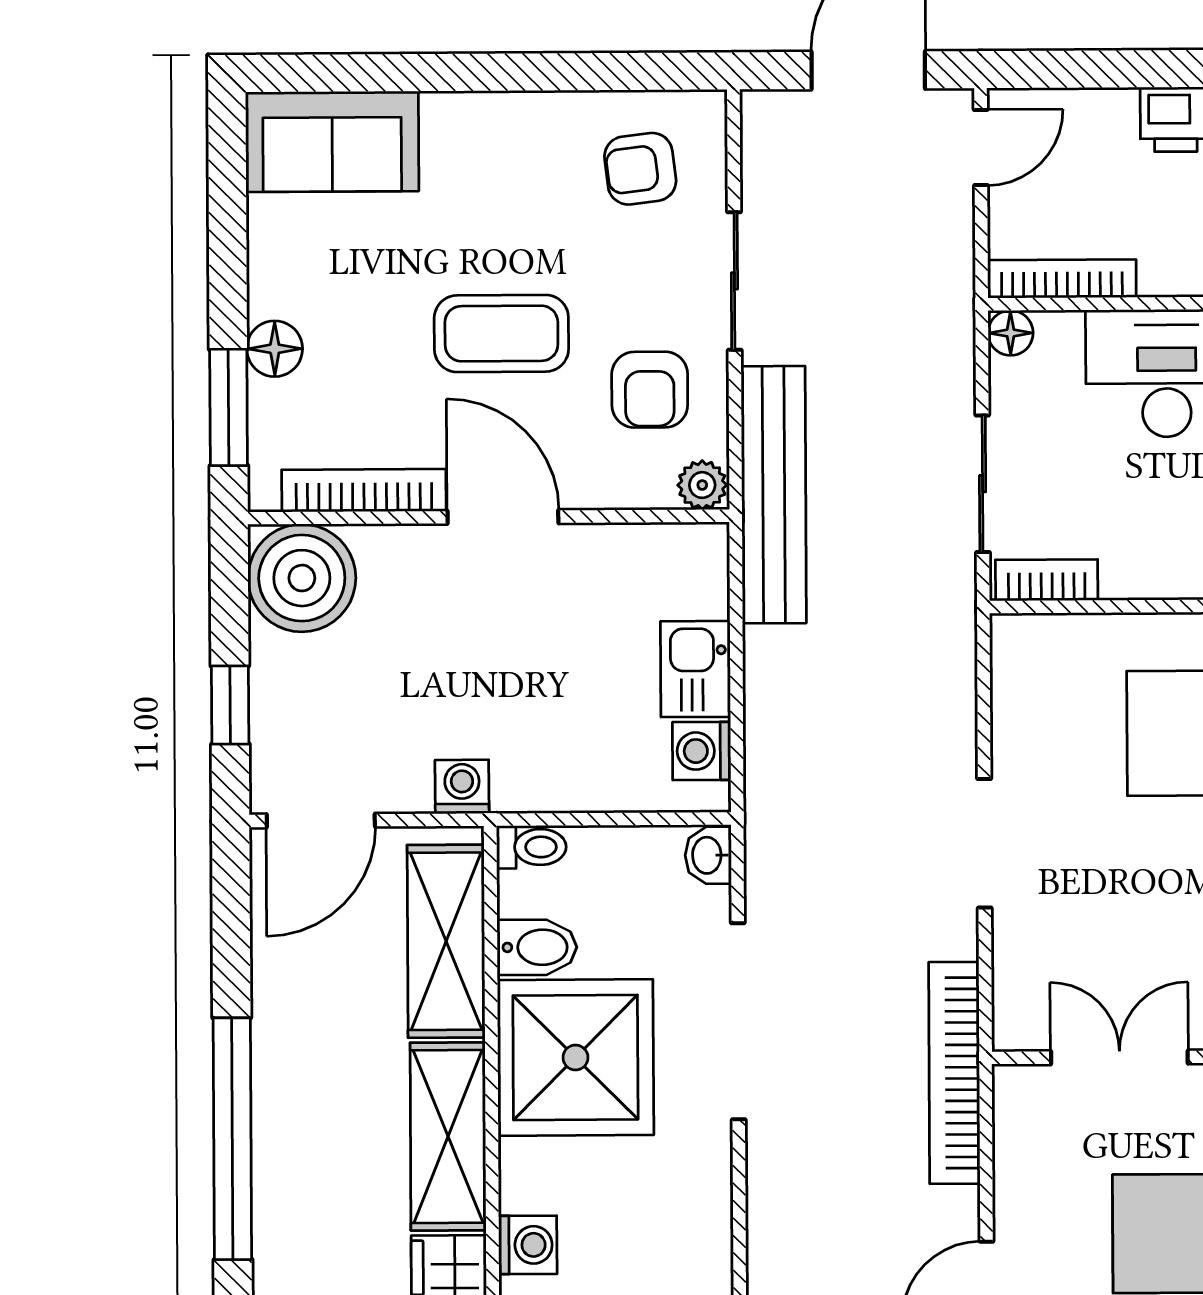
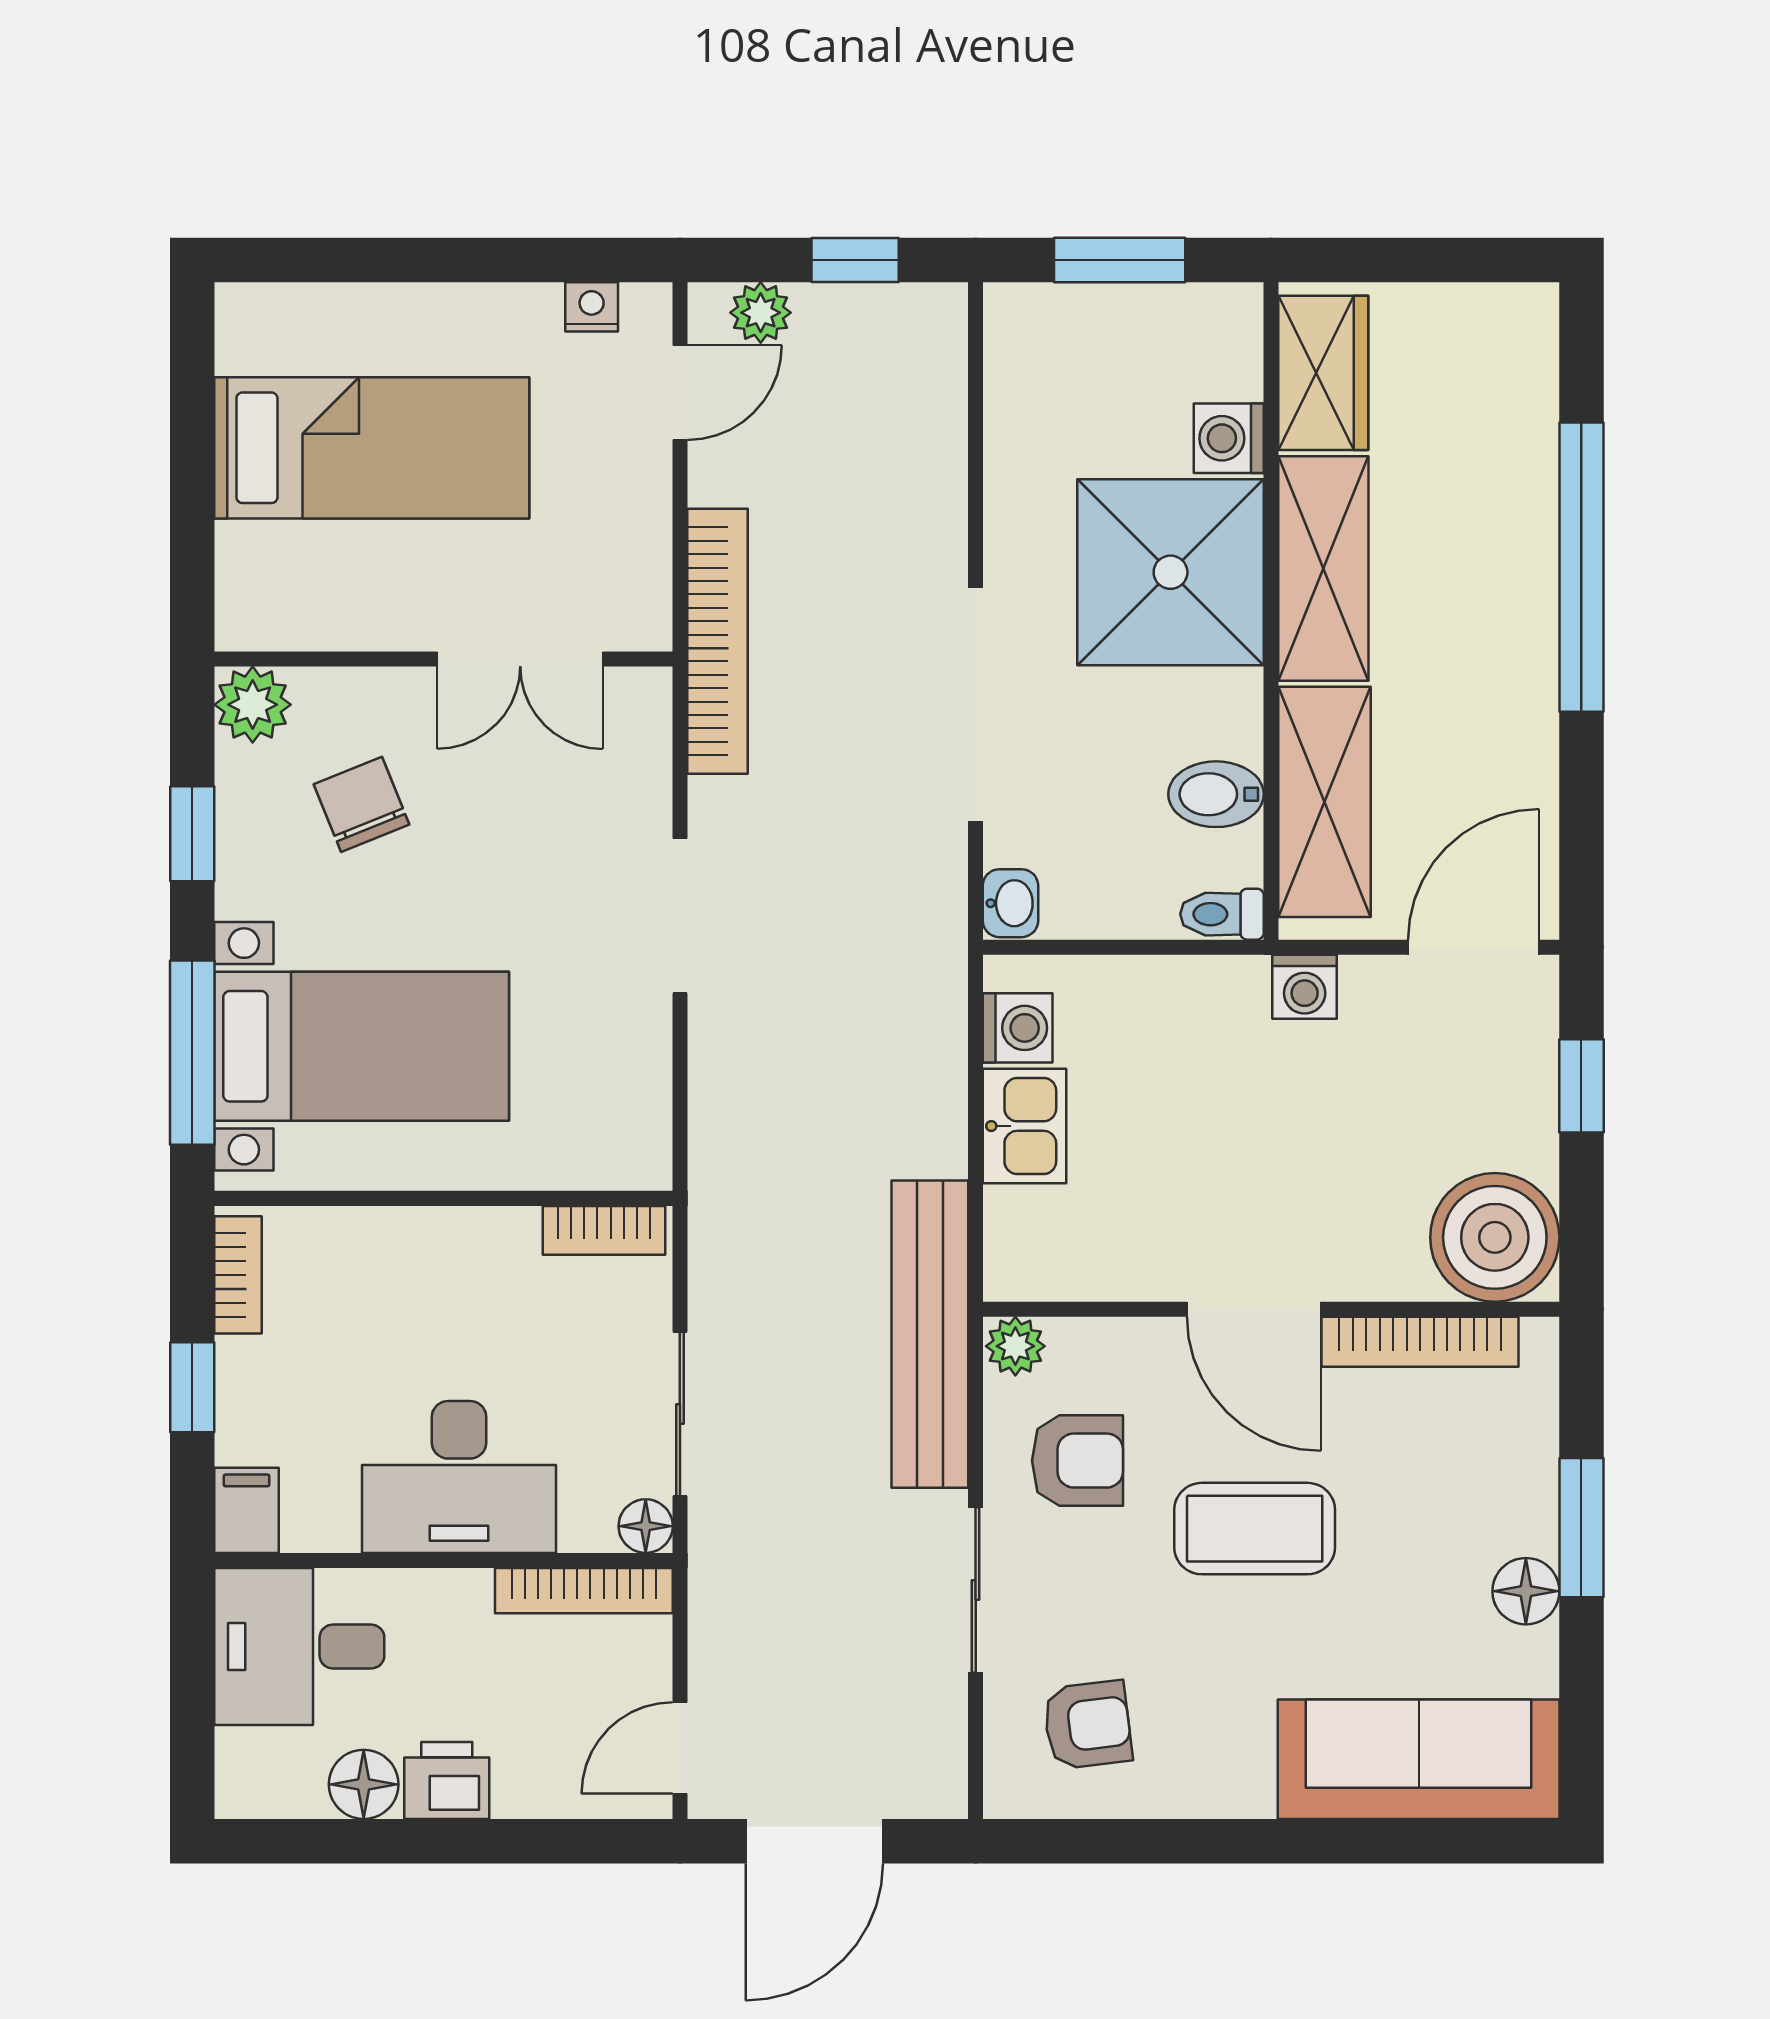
sofa: (332, 142) -> (1419, 1759), width x1.36
floor lamp: (275, 349) -> (1526, 1591), moved
armchair: (650, 390) -> (1078, 1461), turned 90
window: (229, 407) -> (1581, 1528), moved
sliding door: (983, 484) -> (680, 1414), moved
shower: (575, 1057) -> (1171, 572), moved

